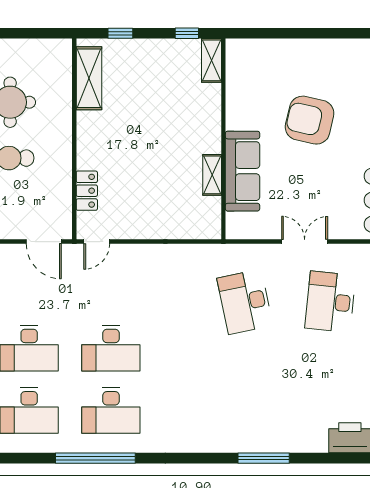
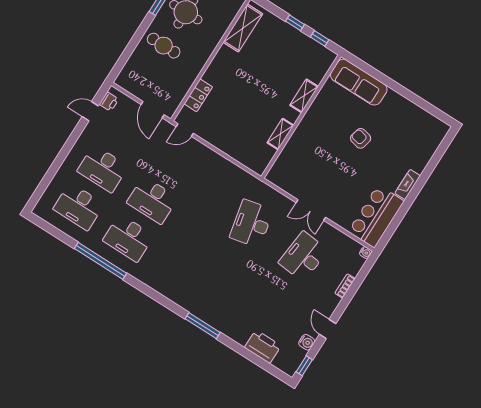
window: (120, 33) -> (295, 23), moved
shelving: (211, 60) -> (304, 96), moved
armchair: (310, 120) -> (361, 138), width x0.53, depth x0.53
sofa: (243, 171) -> (359, 82), moved, turned 90
double door: (305, 242) -> (311, 210), swing flipped

